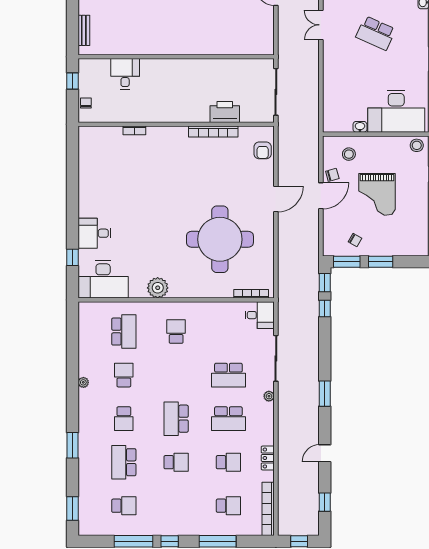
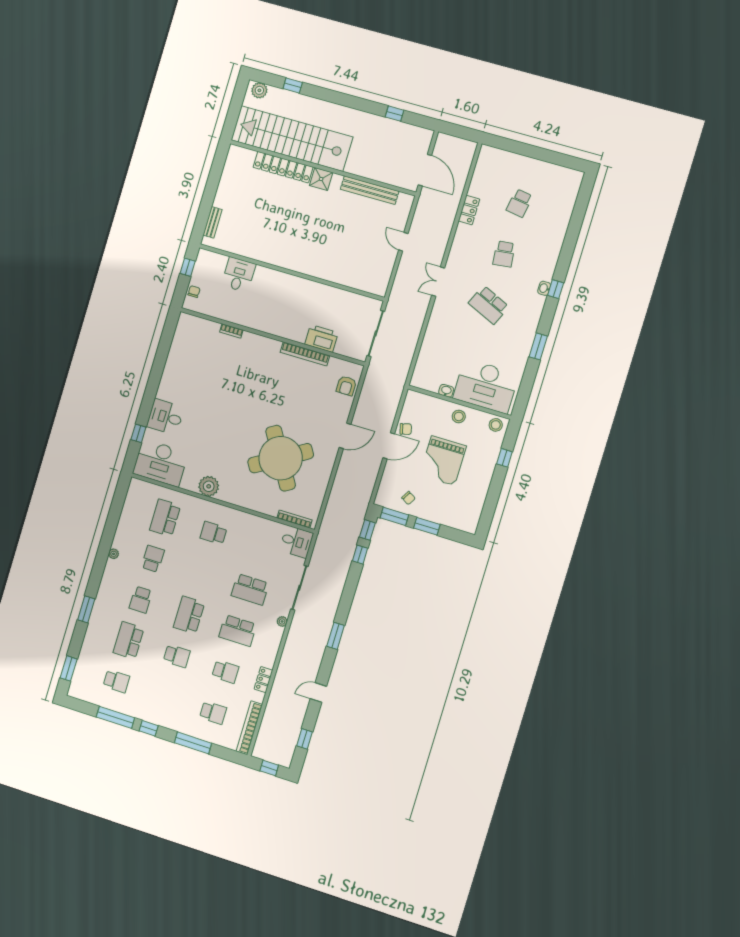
stool: (349, 154) -> (459, 416), moved
round table: (220, 239) -> (281, 458), turned -31
school desk: (124, 332) -> (165, 518), turned 180
school desk: (176, 332) -> (214, 533), turned -90

